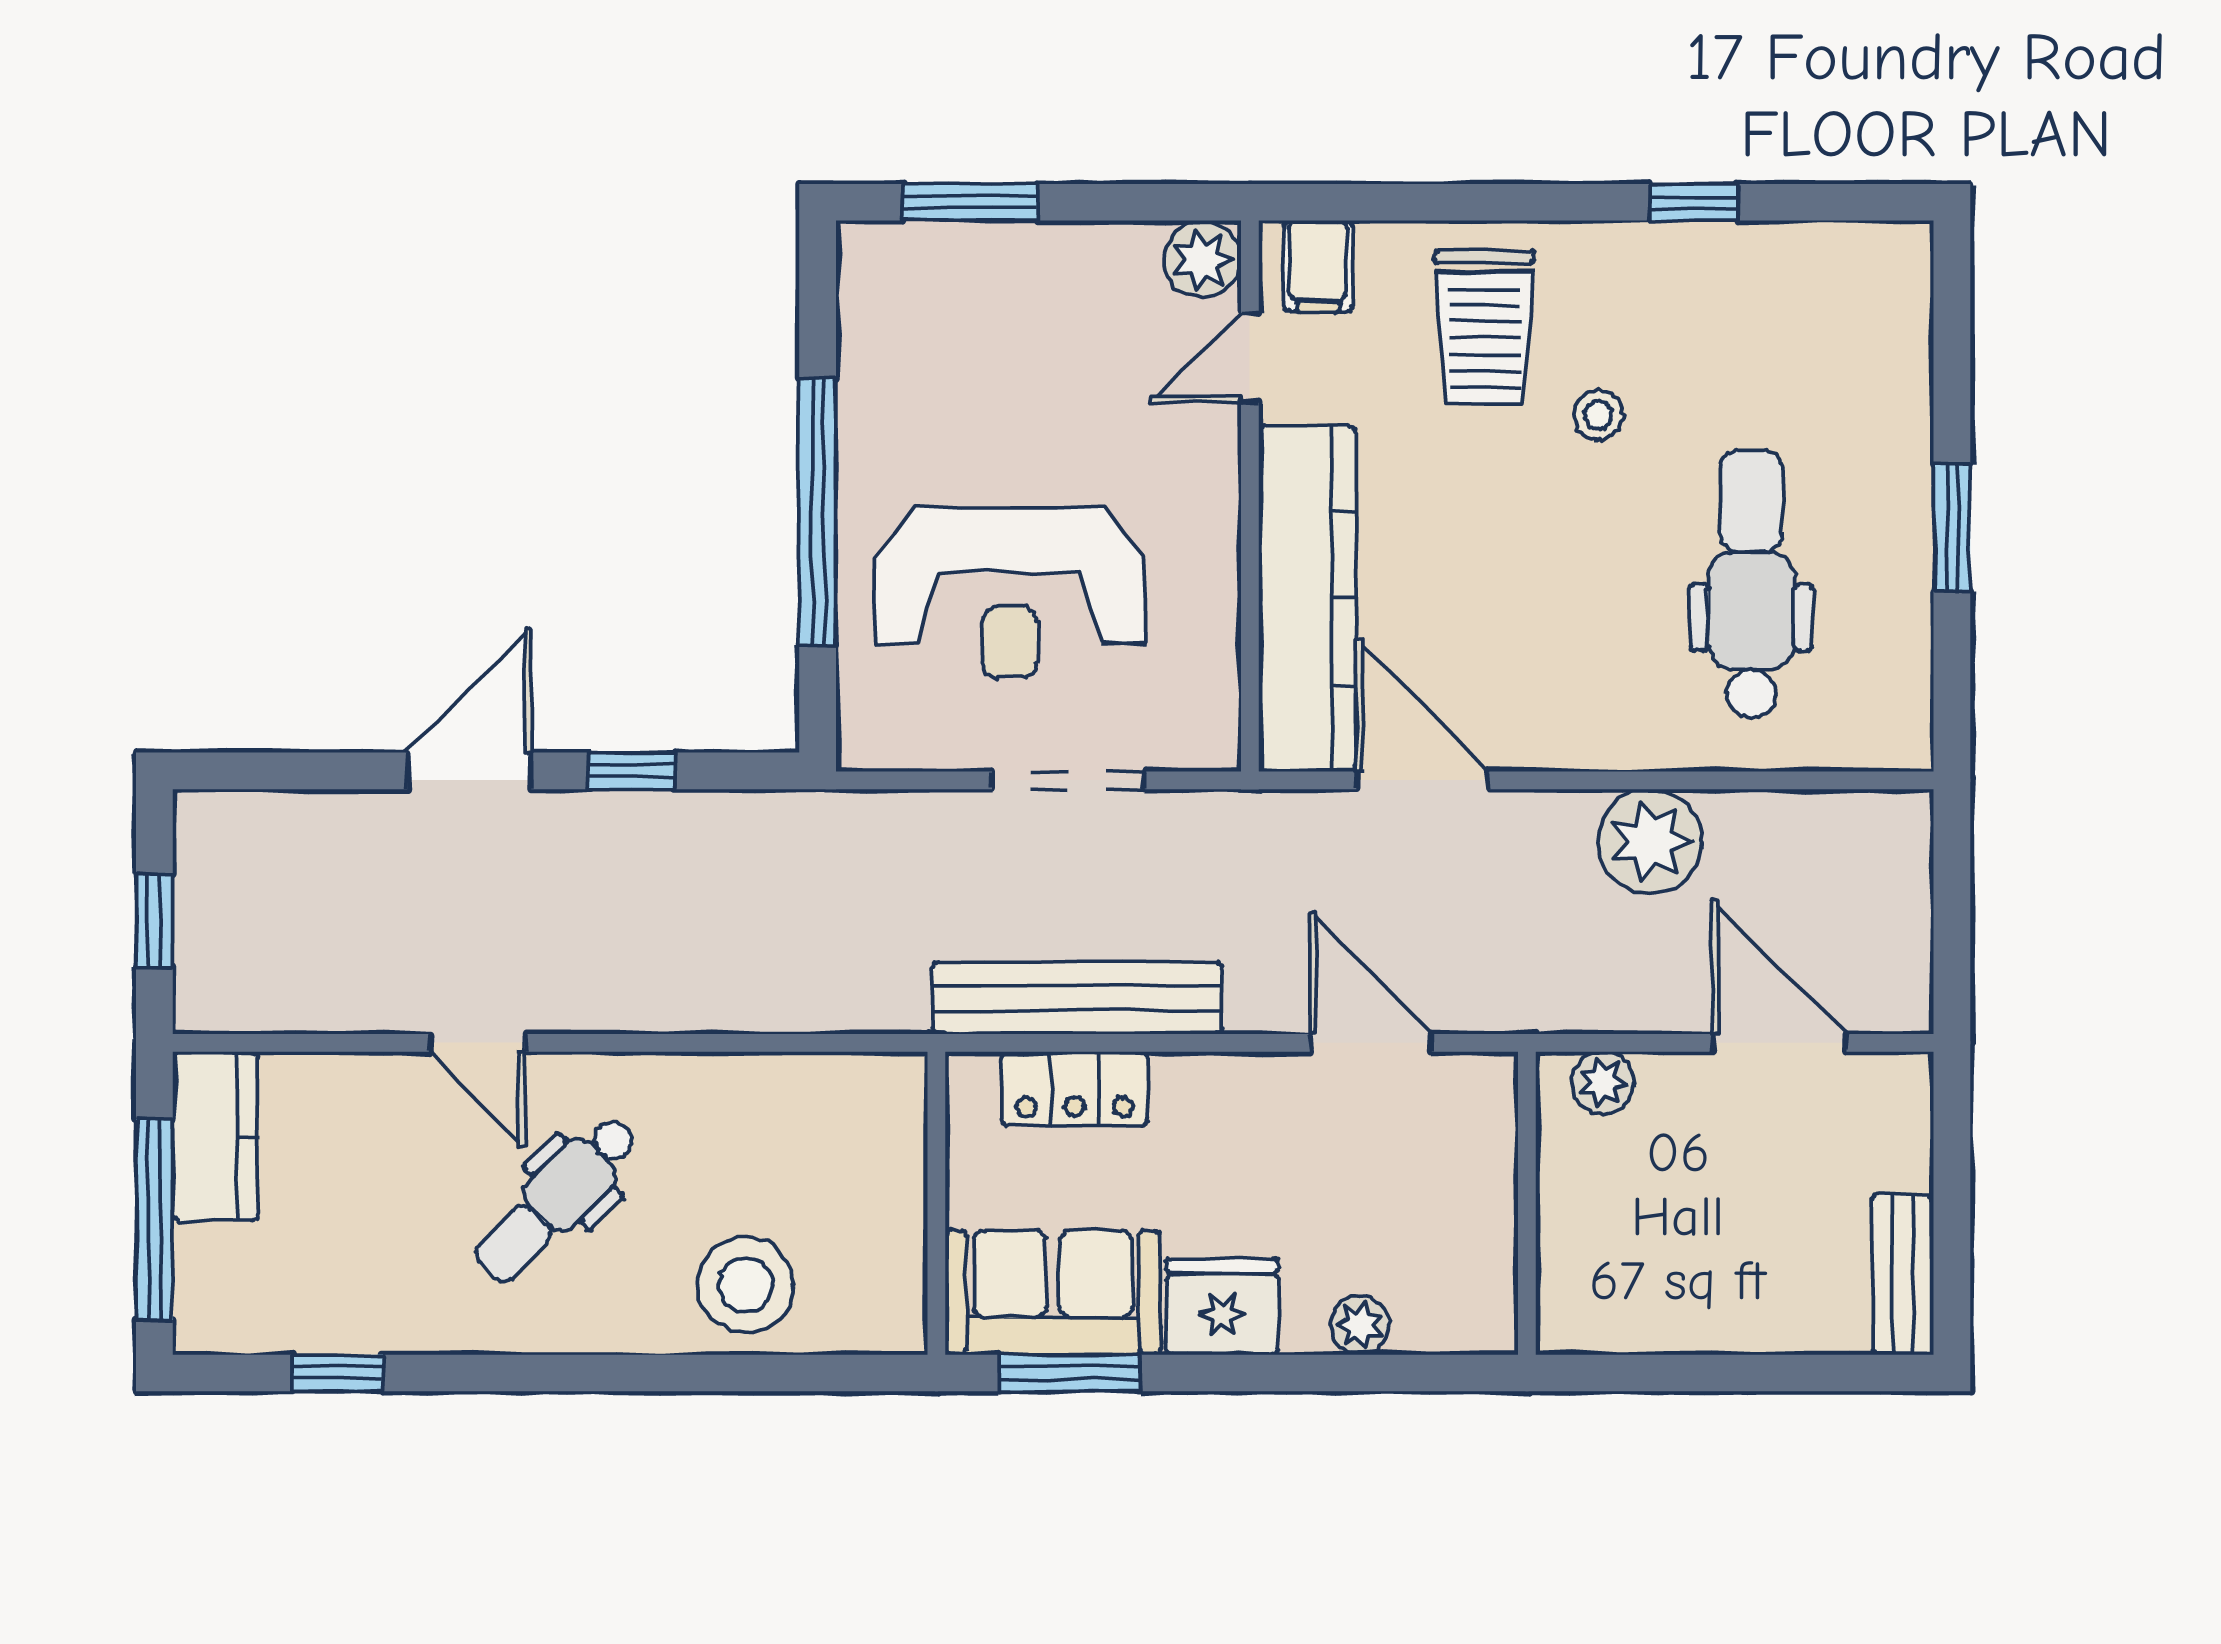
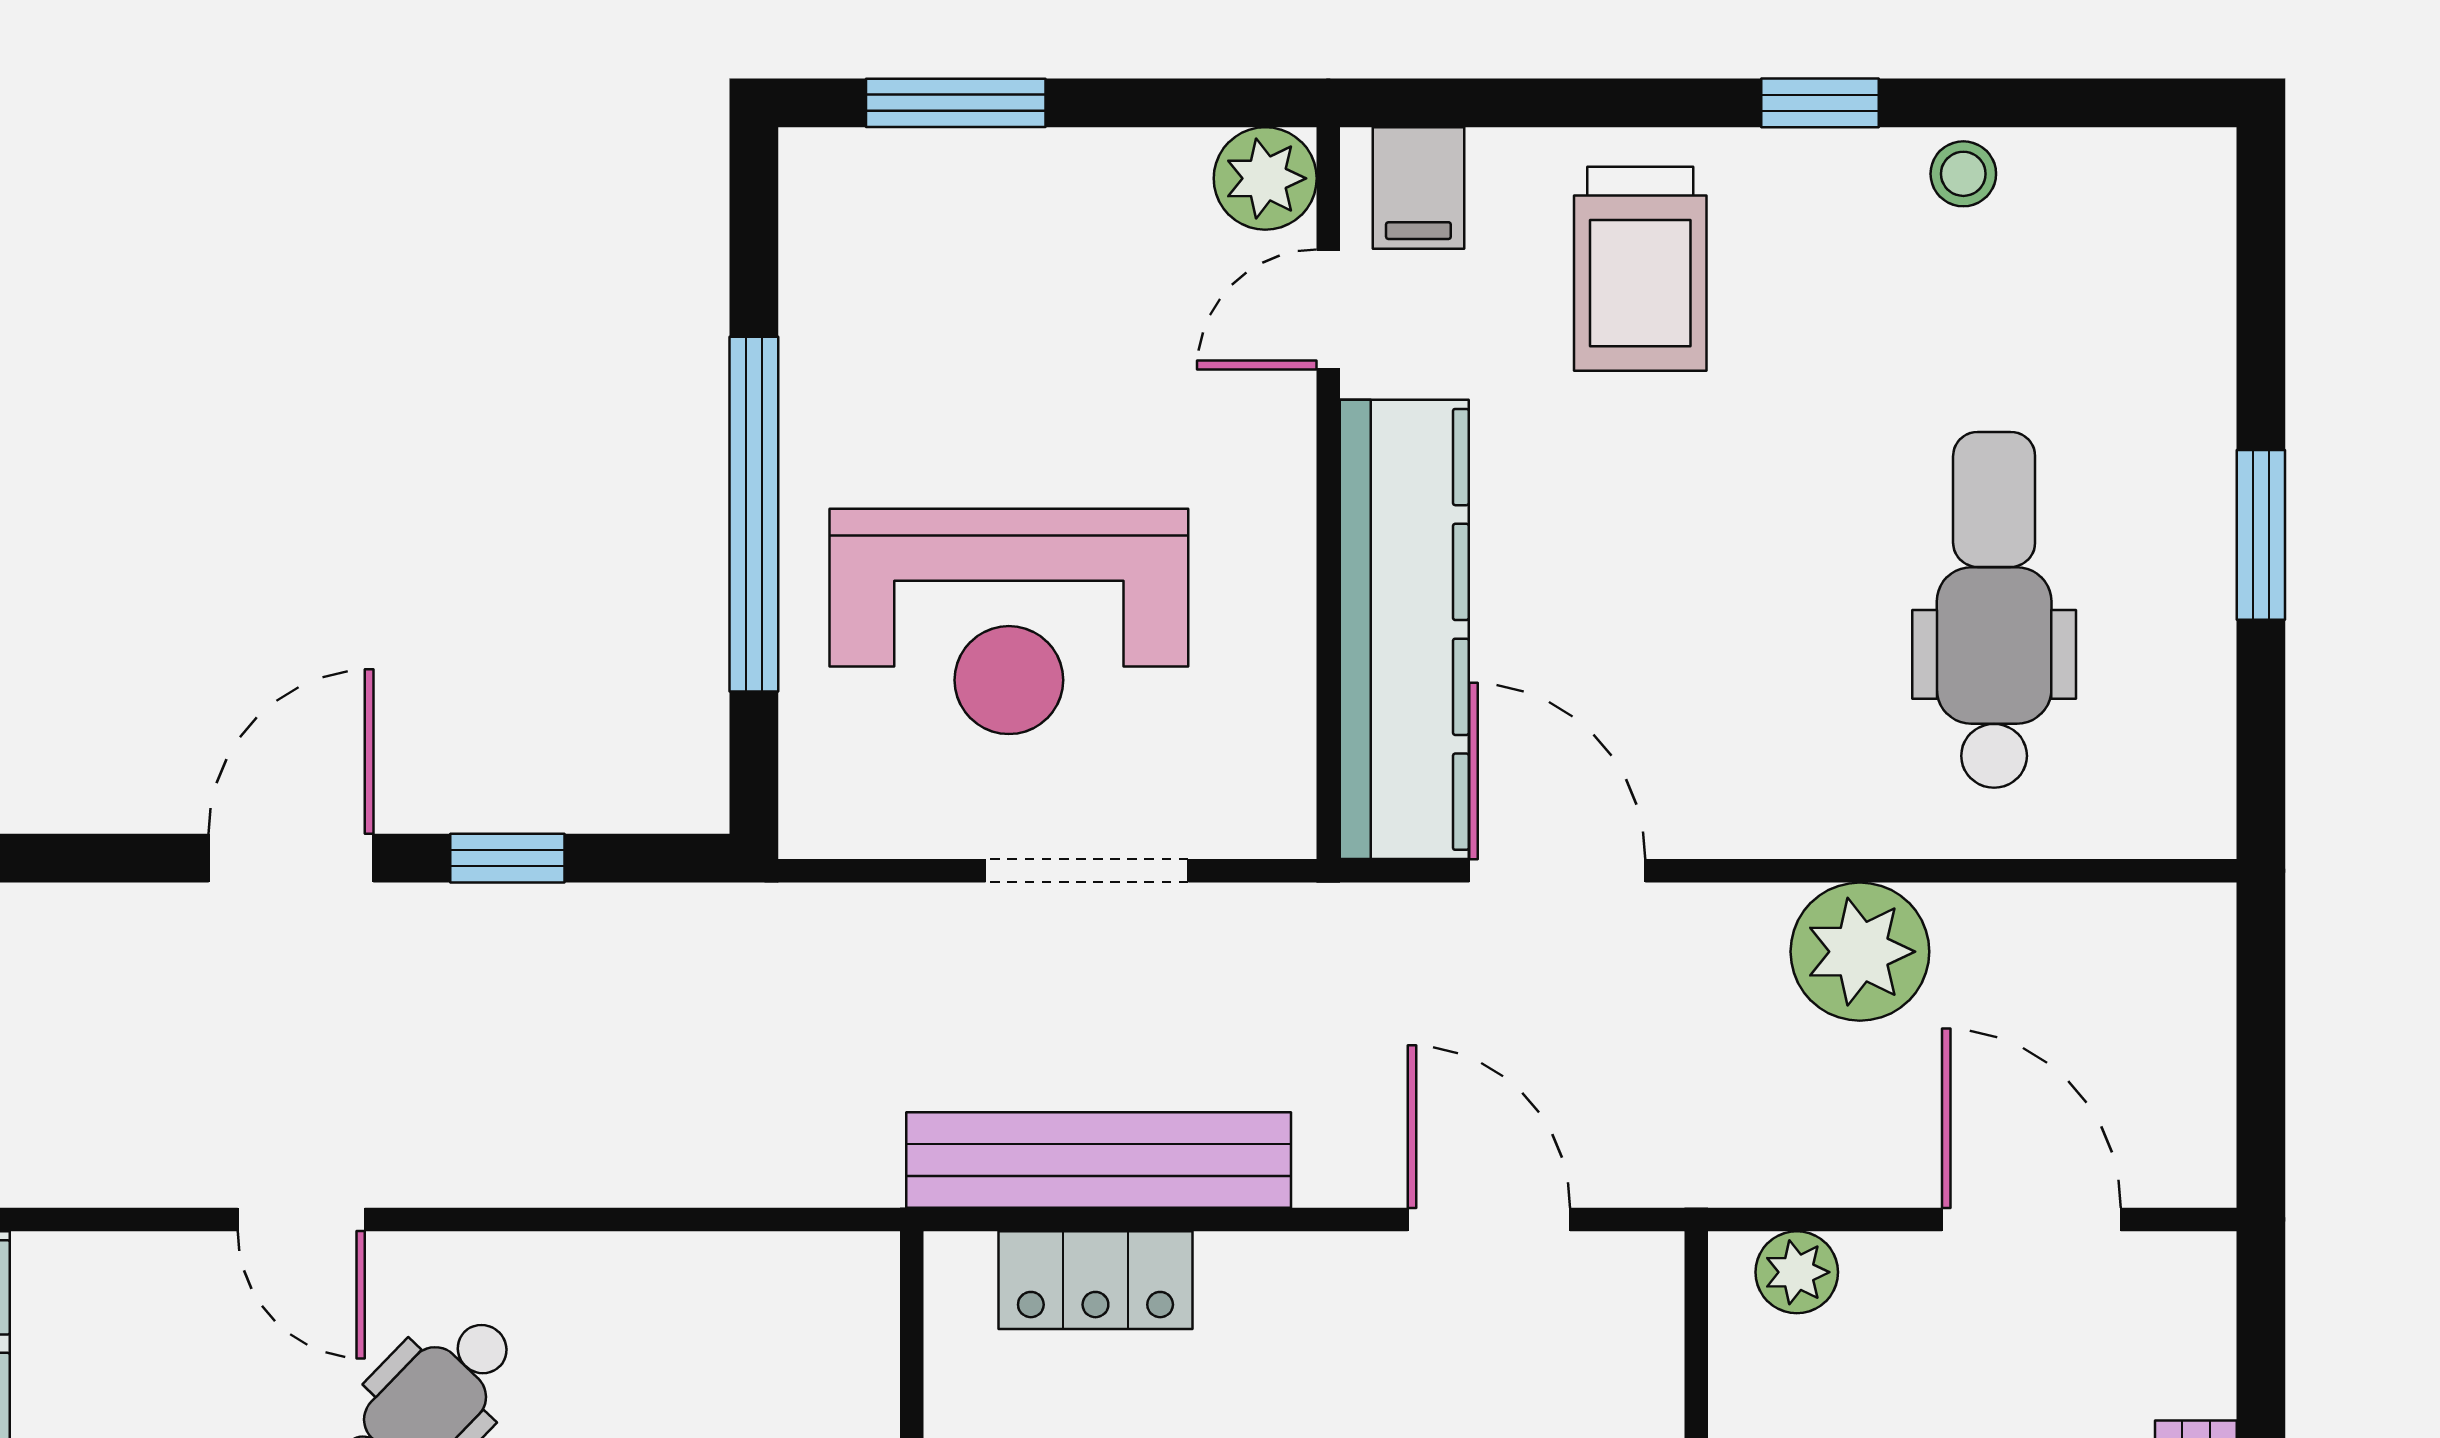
window: (1694, 202) -> (1820, 103), moved
stool: (1598, 415) -> (1963, 174), moved

